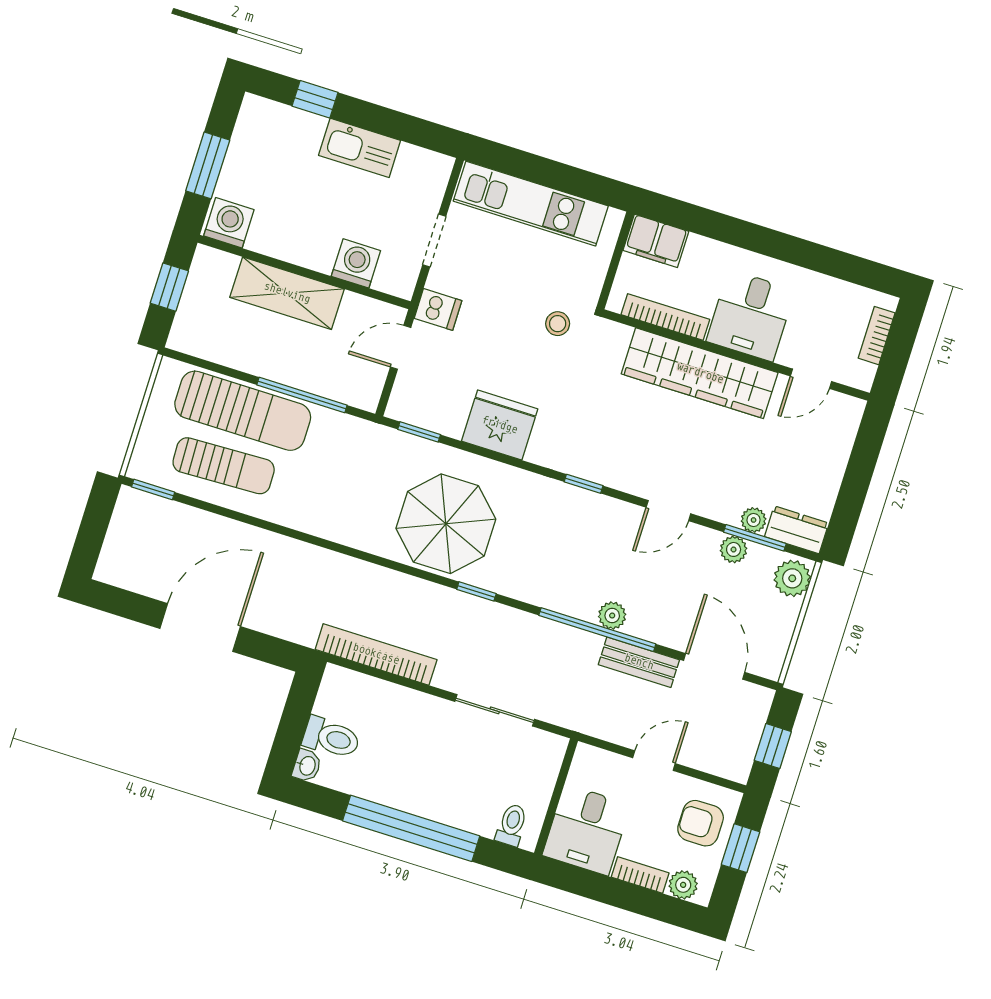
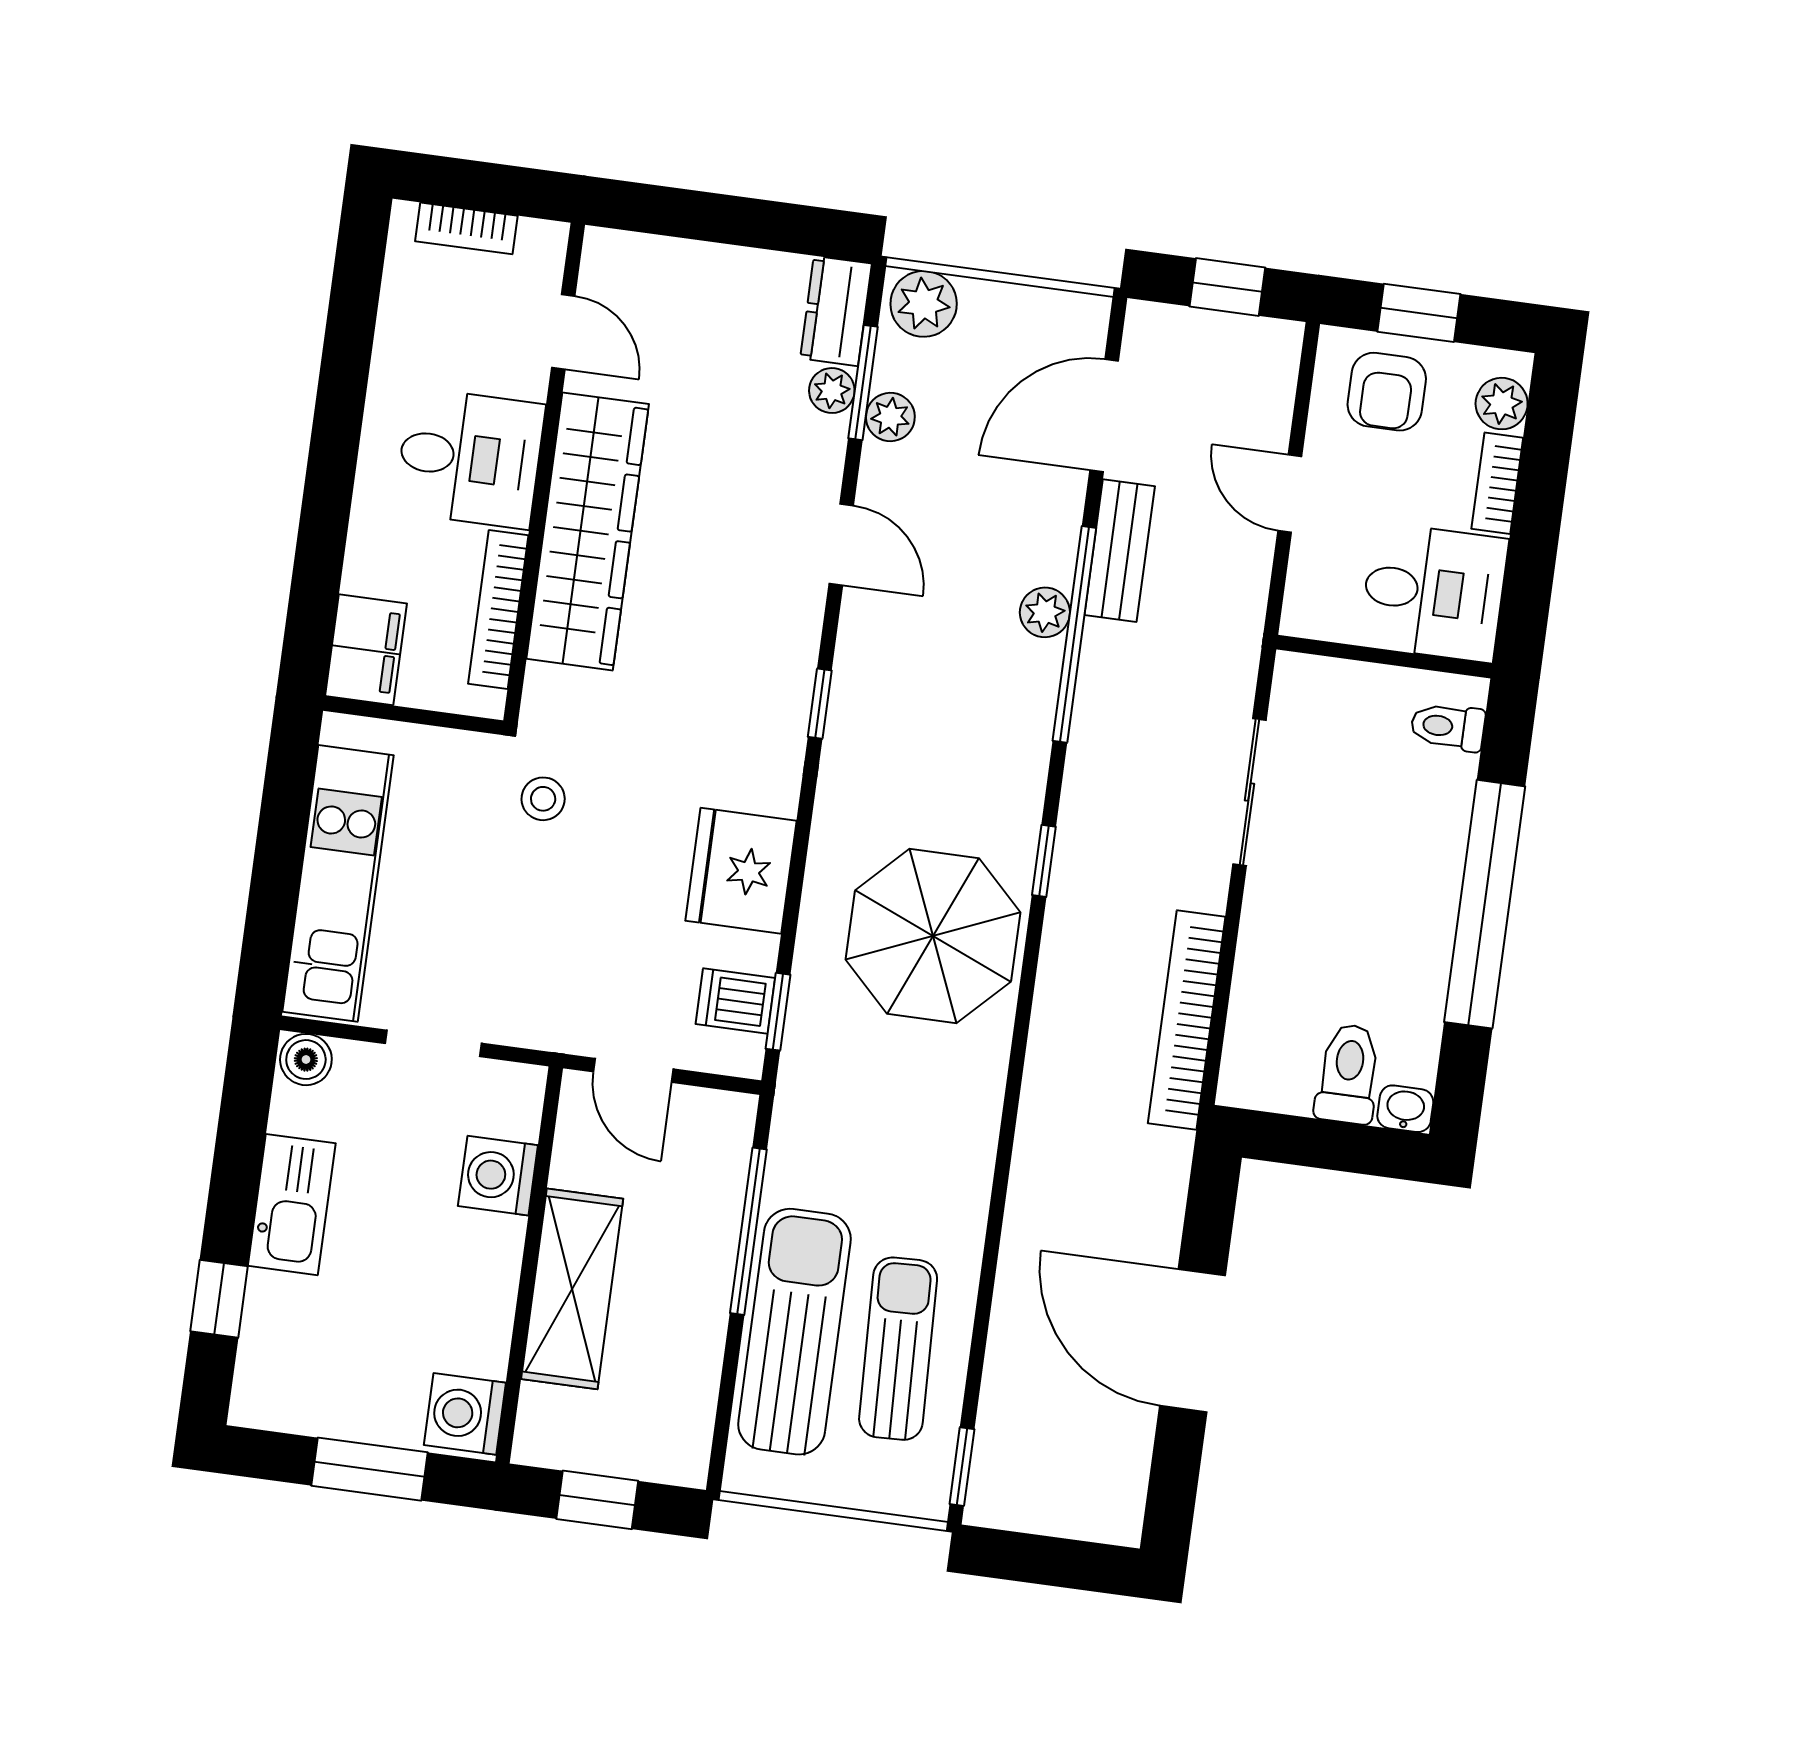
boiler: (438, 169) -> (306, 1060), added
dishwasher: (438, 309) -> (735, 1001), moved, turned -90

